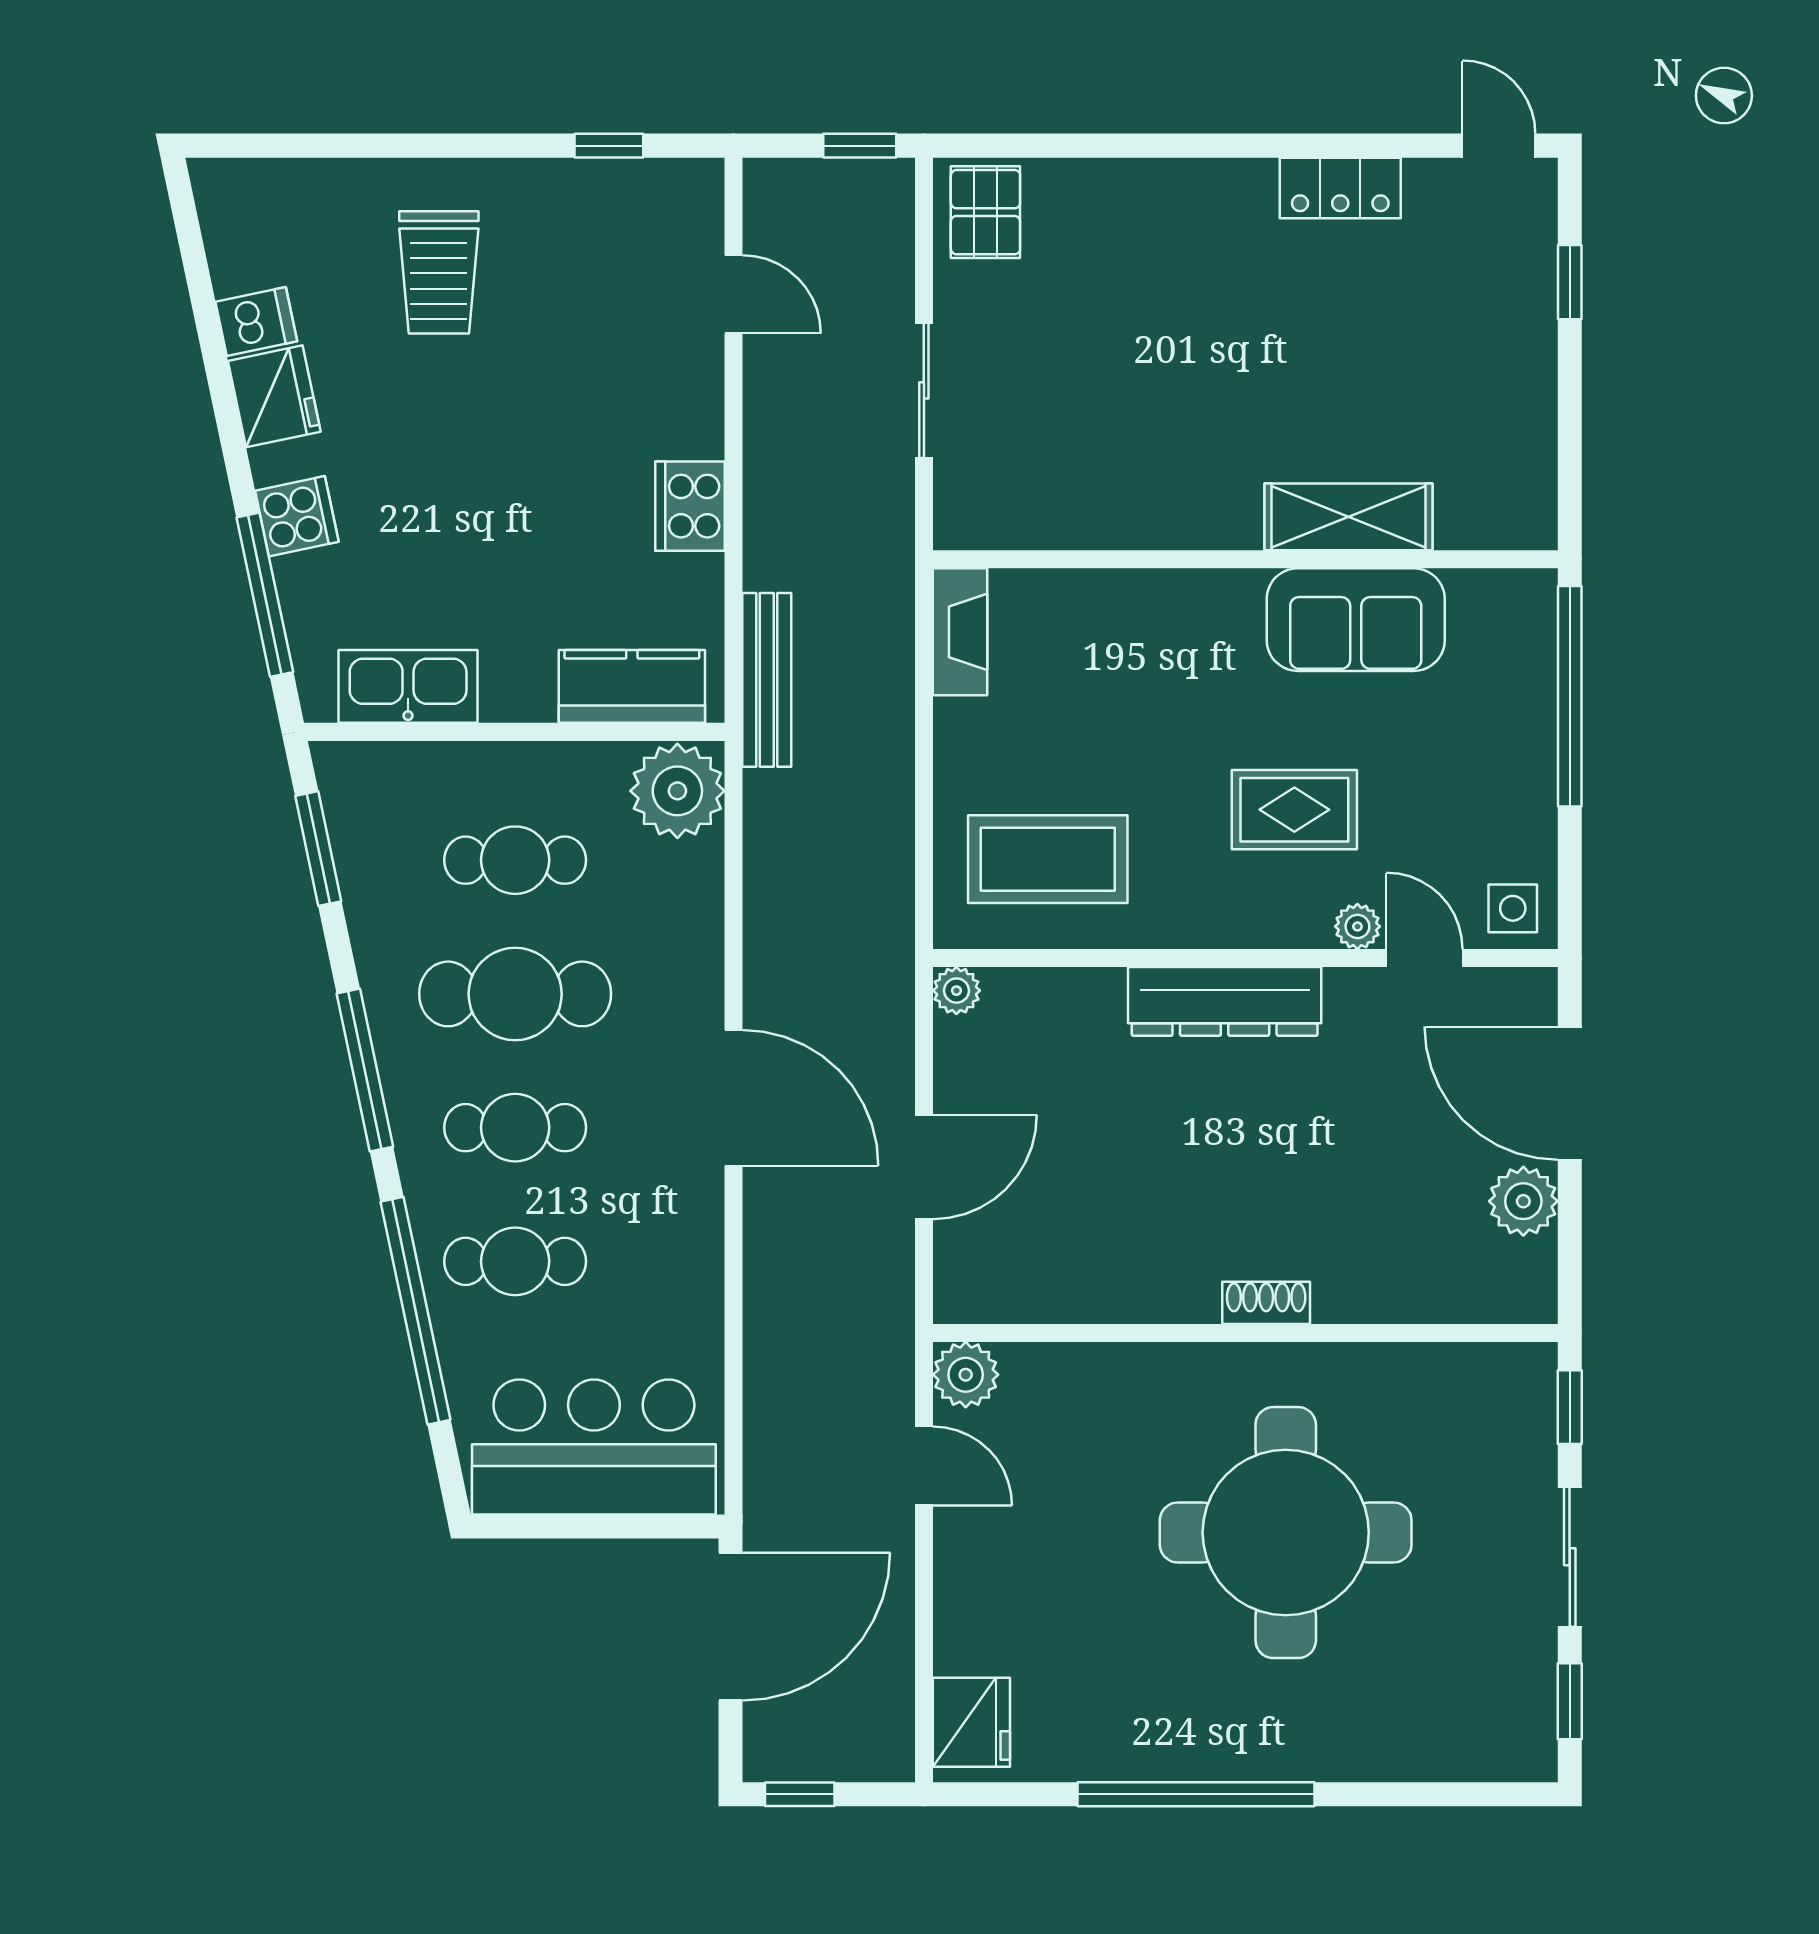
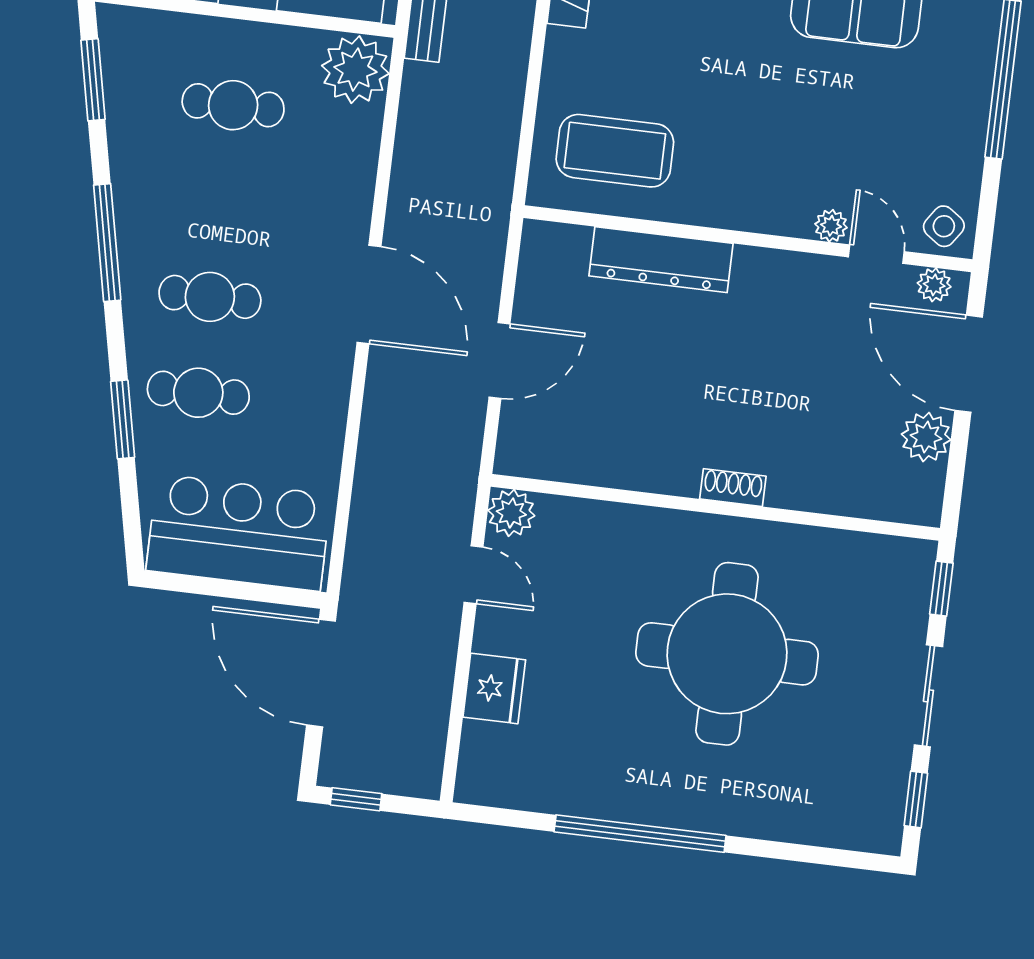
rug: (1294, 810) -> (796, 137), removed
side table: (1513, 908) -> (944, 226), turned 35
plant: (956, 991) -> (934, 285), moved
cafe table: (515, 994) -> (221, 201), removed
dresser: (1225, 1001) -> (661, 260), moved
window: (415, 1311) -> (123, 419), width x0.47
door: (731, 1627) -> (321, 673), swing flipped
fridge: (971, 1722) -> (494, 688), moved

